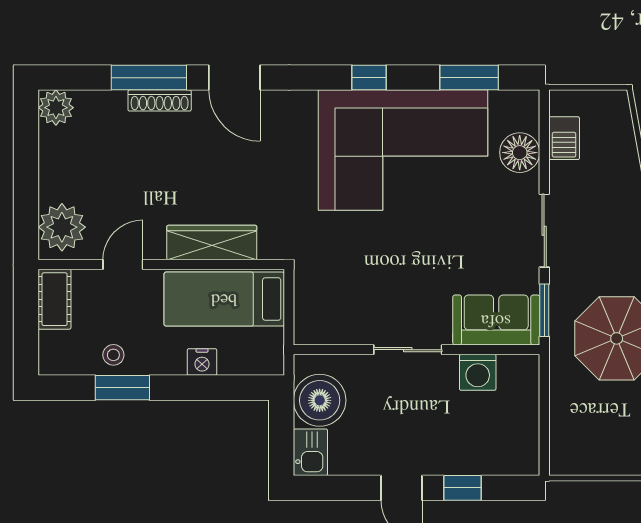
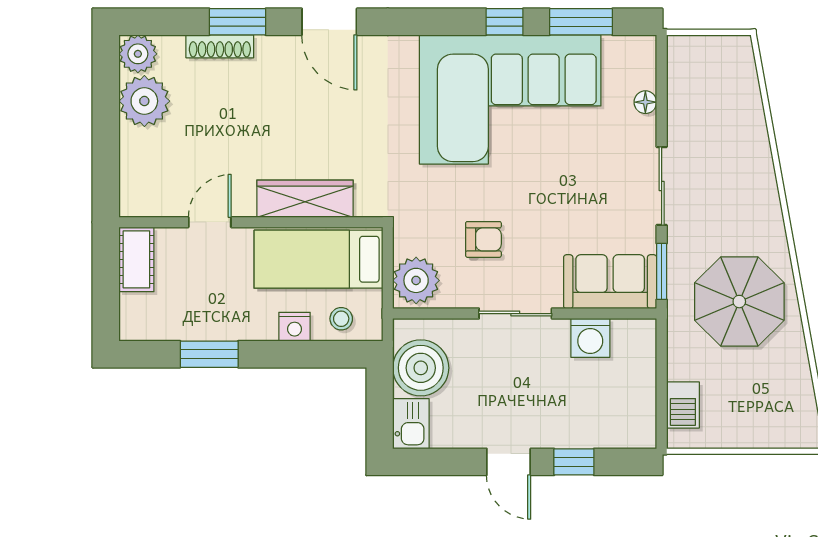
window: (149, 78) -> (237, 22), width x0.69
window: (369, 78) -> (505, 22), moved
shoe rack: (160, 100) -> (220, 46), moved
barbecue: (564, 138) -> (683, 405), moved
floor lamp: (520, 153) -> (645, 102), width x0.53, depth x0.53
plant: (62, 227) -> (144, 101), moved
armchair: (378, 281) -> (483, 239), added
plant: (315, 319) -> (416, 280), added
stool: (113, 355) -> (341, 319), moved

